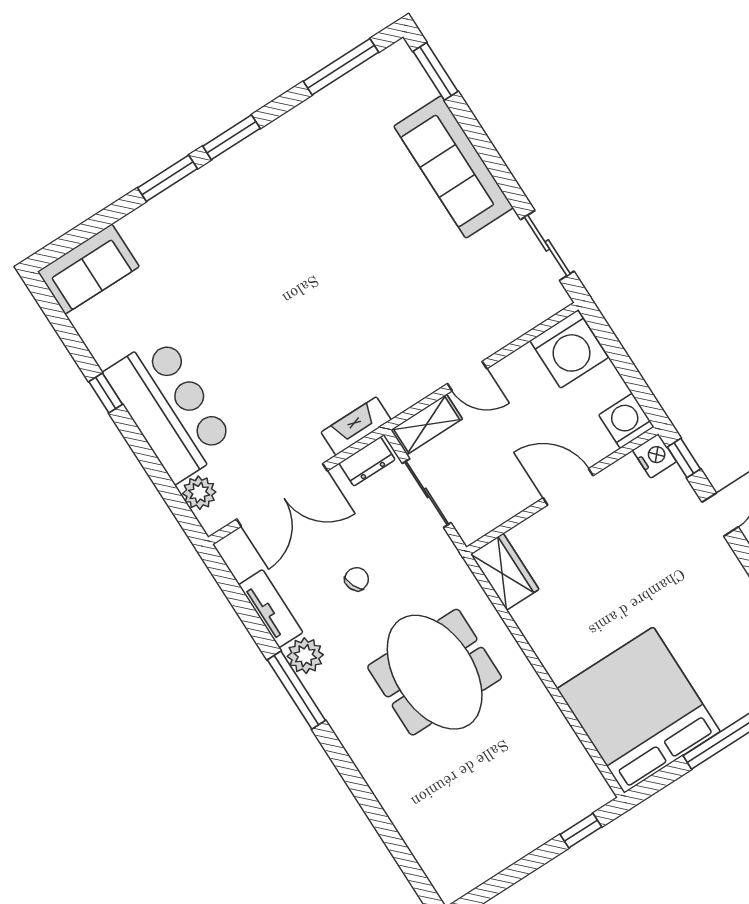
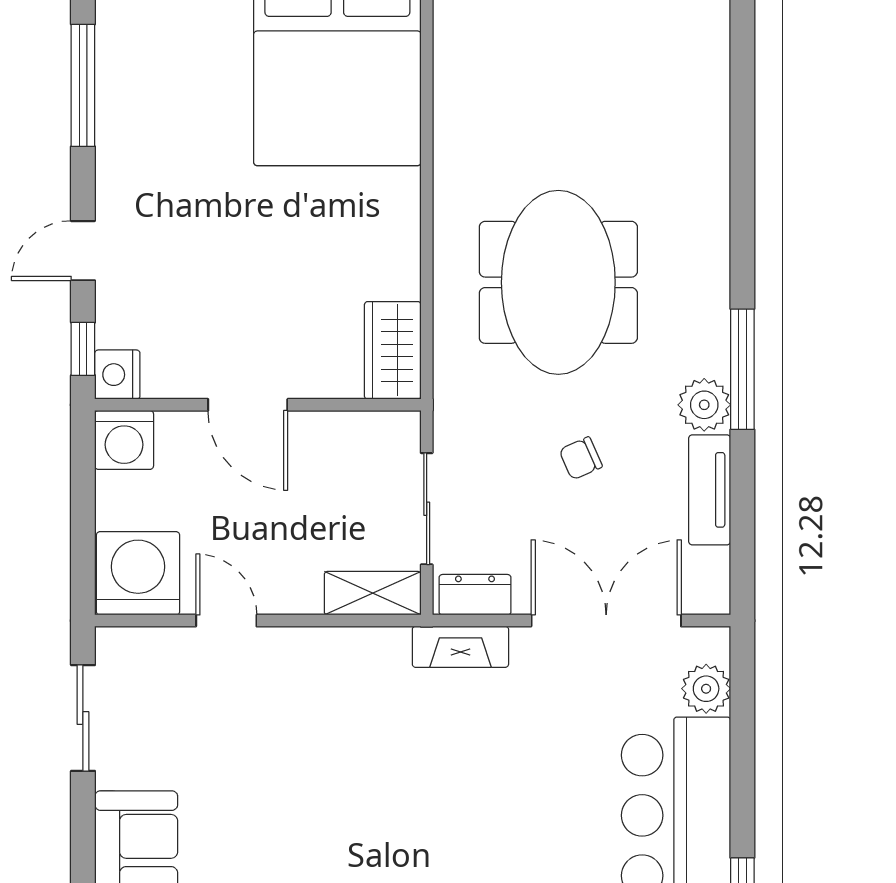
door: (467, 376) -> (226, 621), moved

